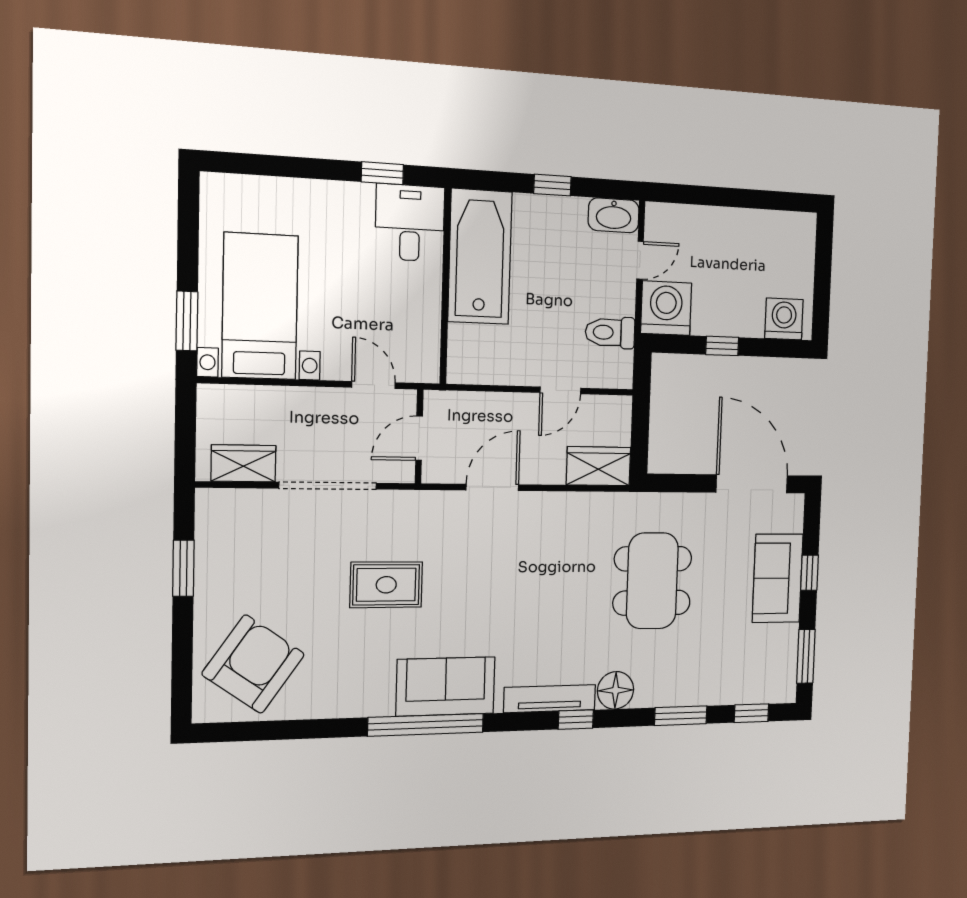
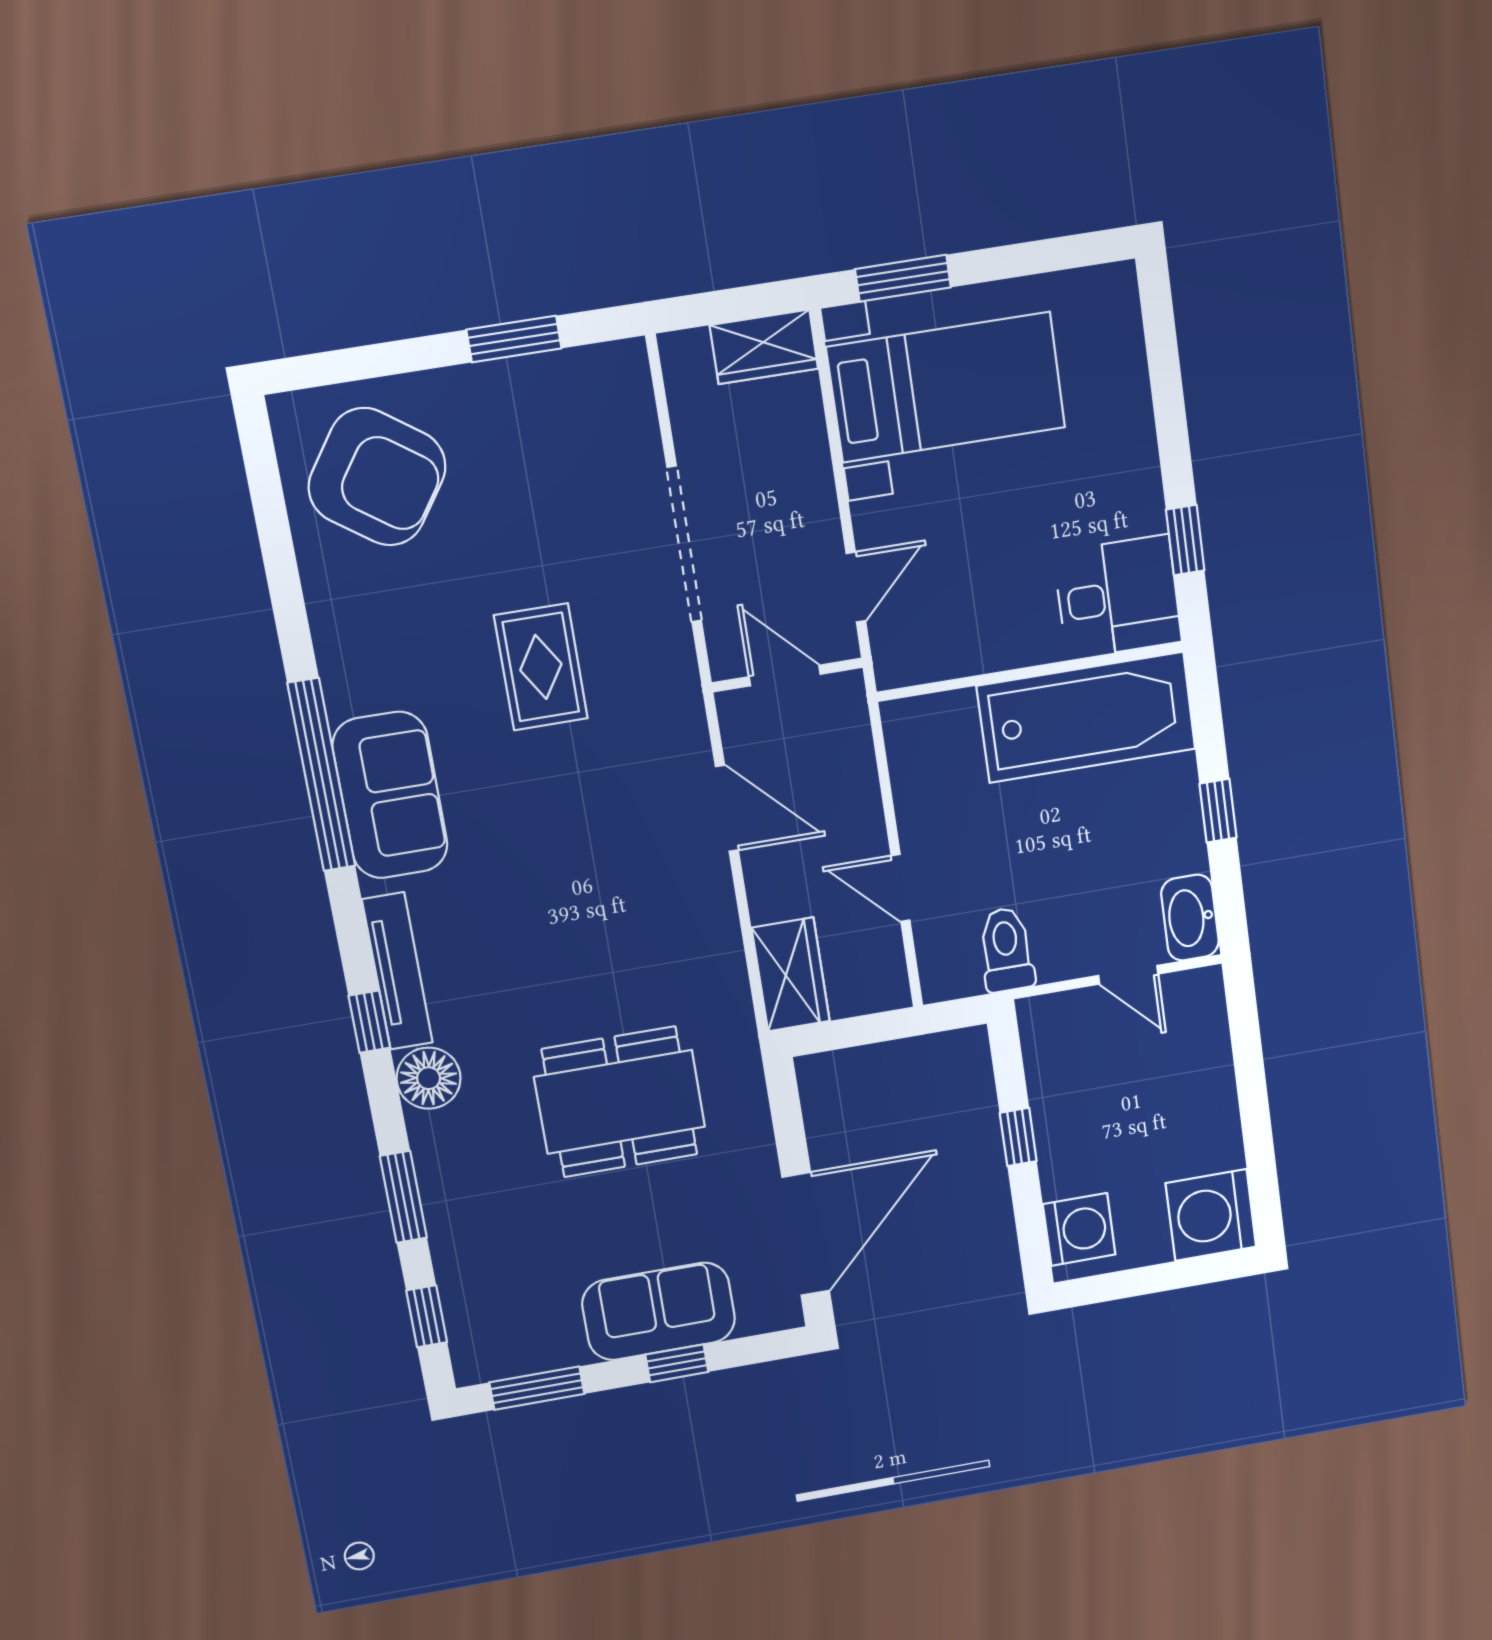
washing machine: (666, 308) -> (1211, 1215), moved, turned 180
wardrobe: (244, 463) -> (764, 347), moved, turned 90

